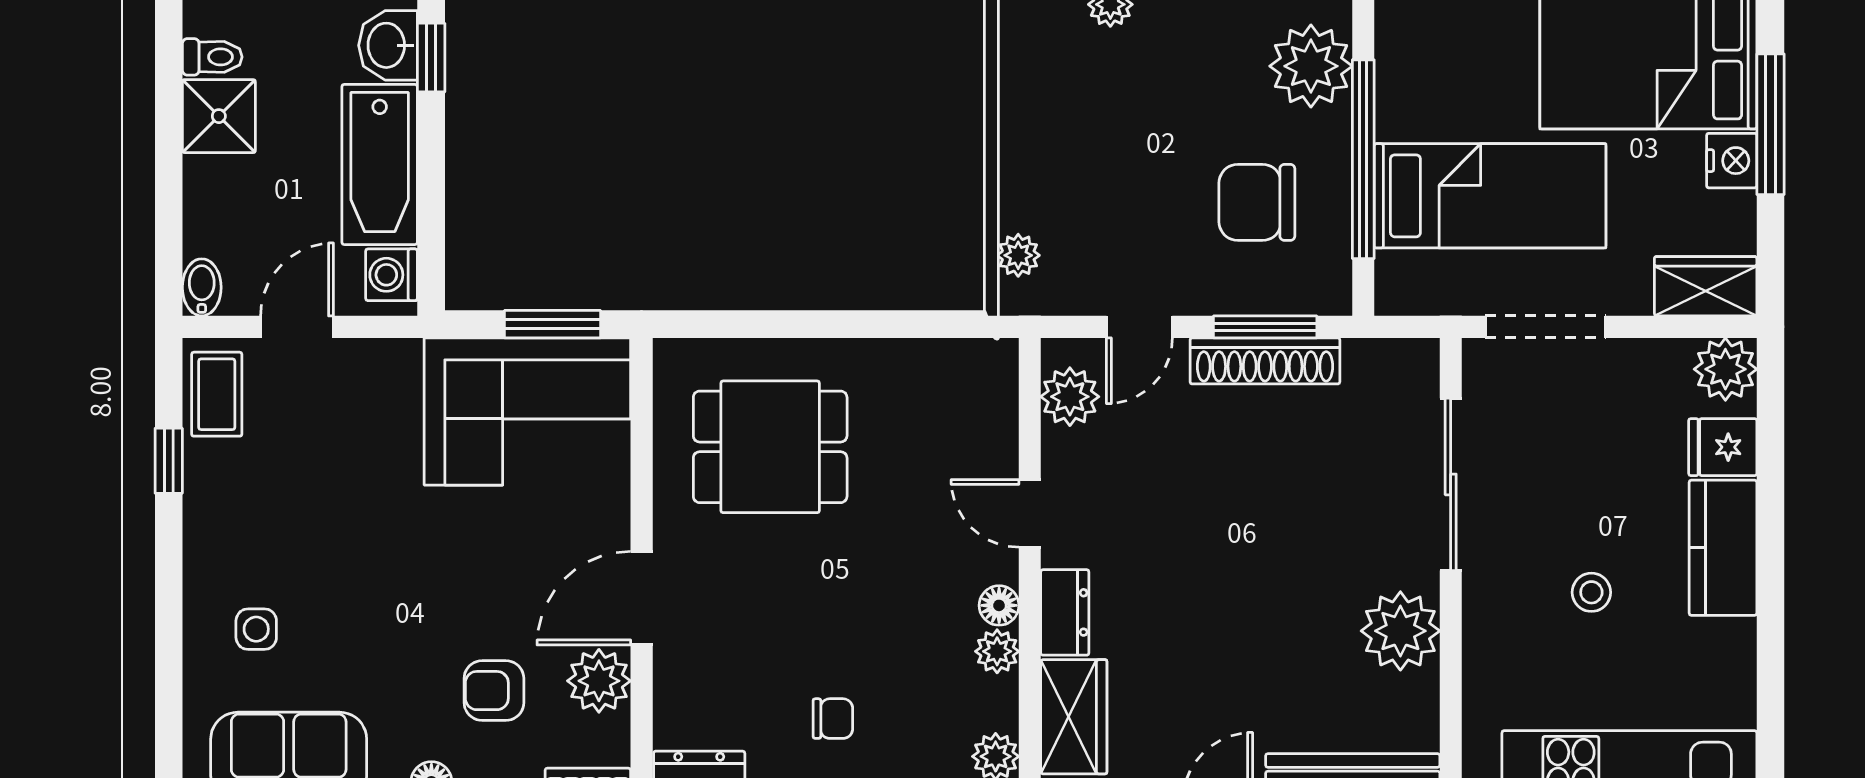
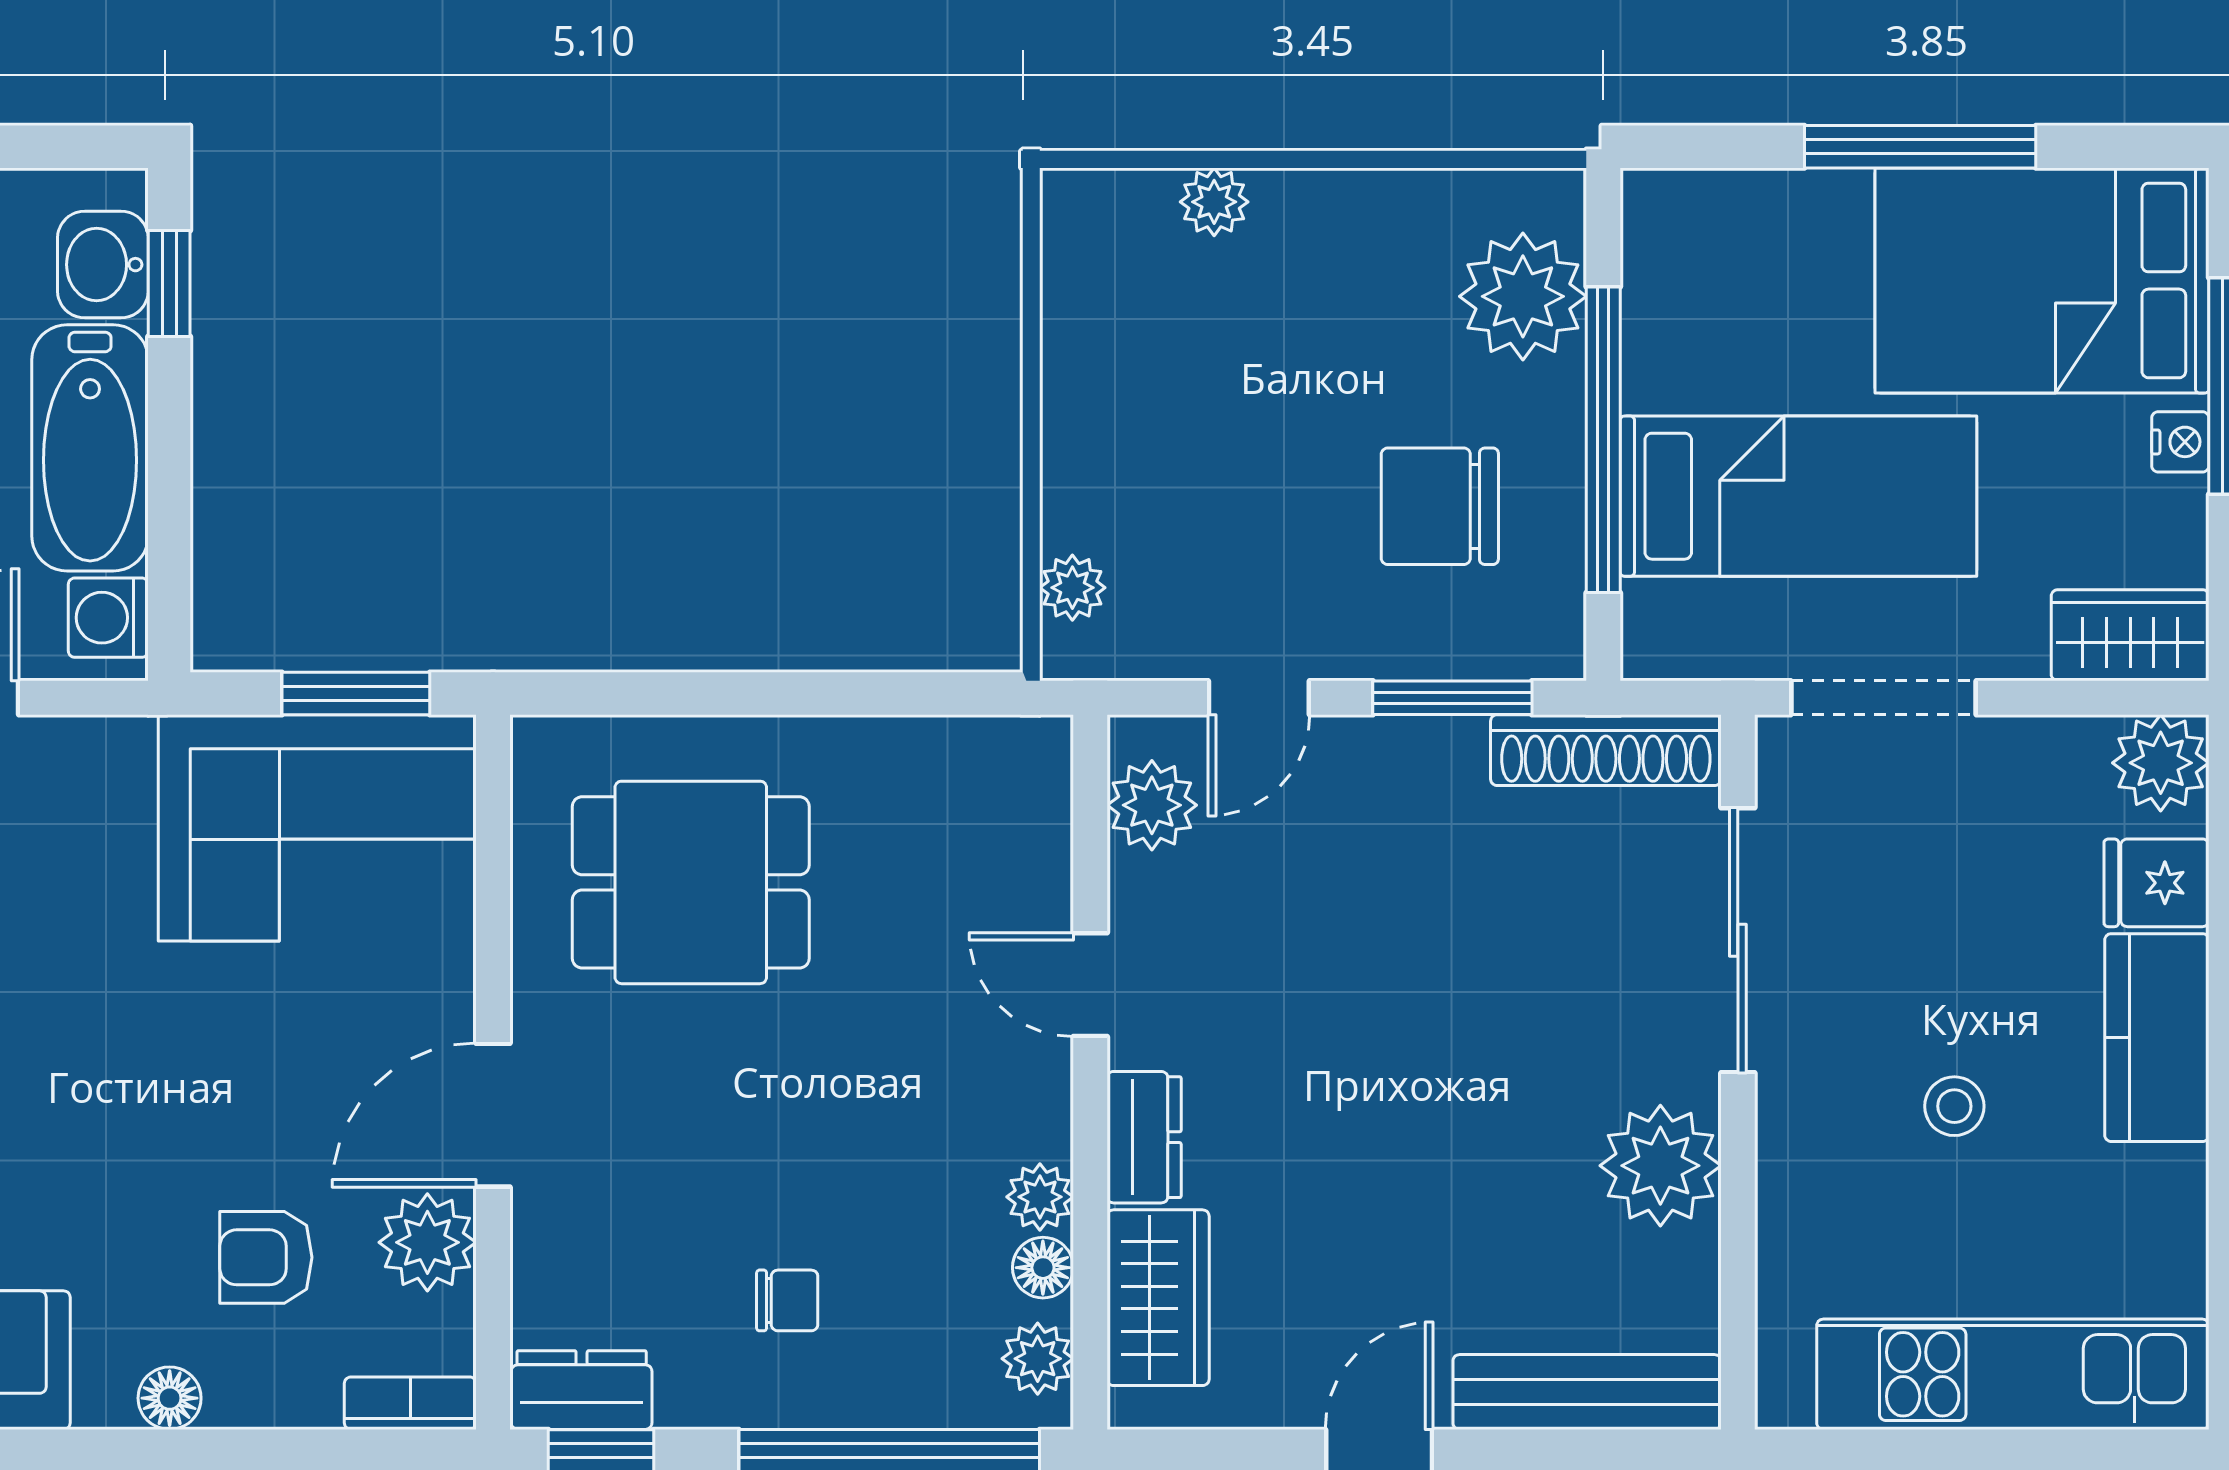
nightstand: (1732, 161) -> (2180, 442), width x0.72, depth x0.74
shoe rack: (1265, 361) -> (1606, 750), moved
floor lamp: (999, 605) -> (1043, 1268), moved

